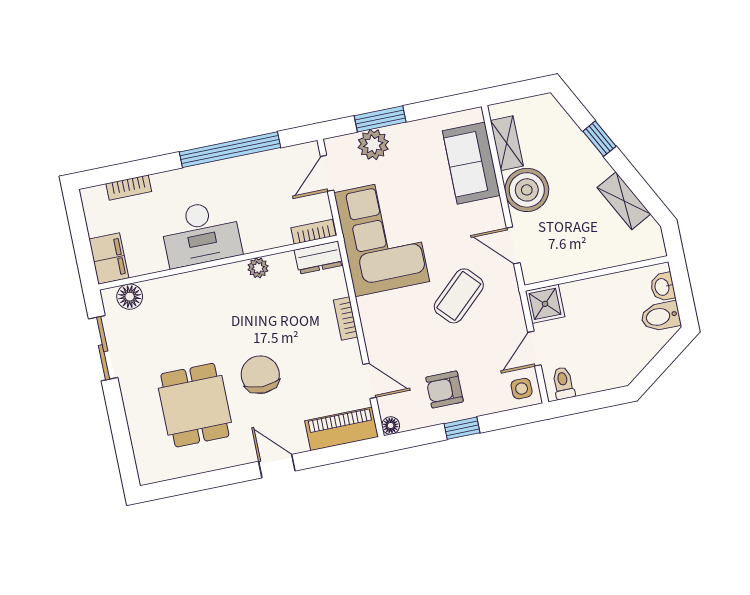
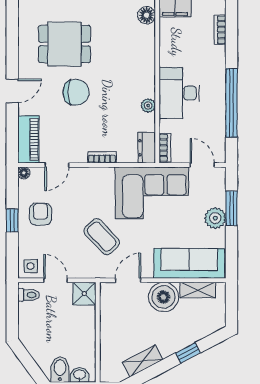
plant: (373, 145) -> (215, 218), moved
sofa: (471, 163) -> (189, 263), width x1.36
desk: (201, 234) -> (179, 93), moved

